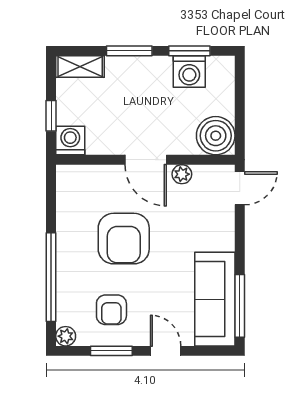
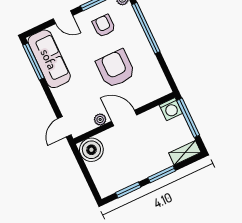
washing machine: (189, 72) -> (123, 178), removed
window: (51, 116) -> (188, 118), width x2.17

